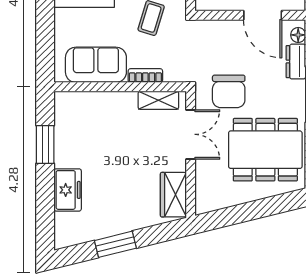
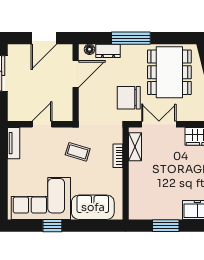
sofa: (96, 65) -> (93, 207), moved, turned 90
chair: (229, 91) -> (129, 98), turned 180

